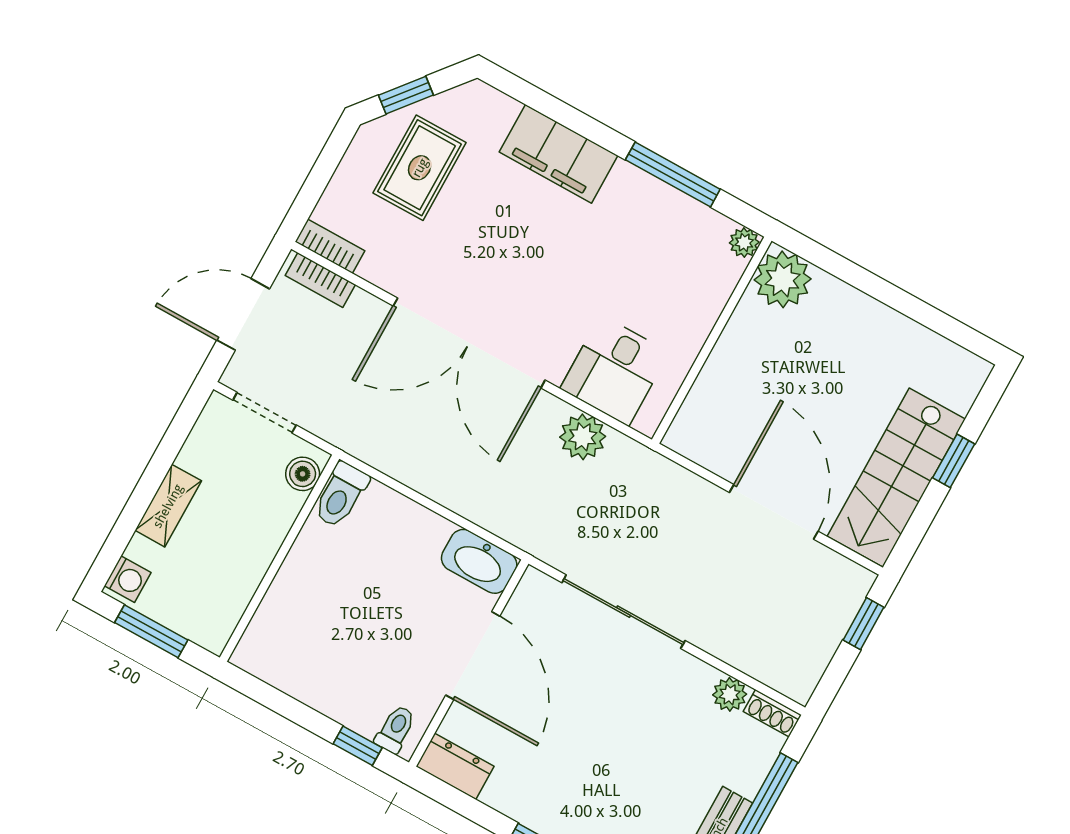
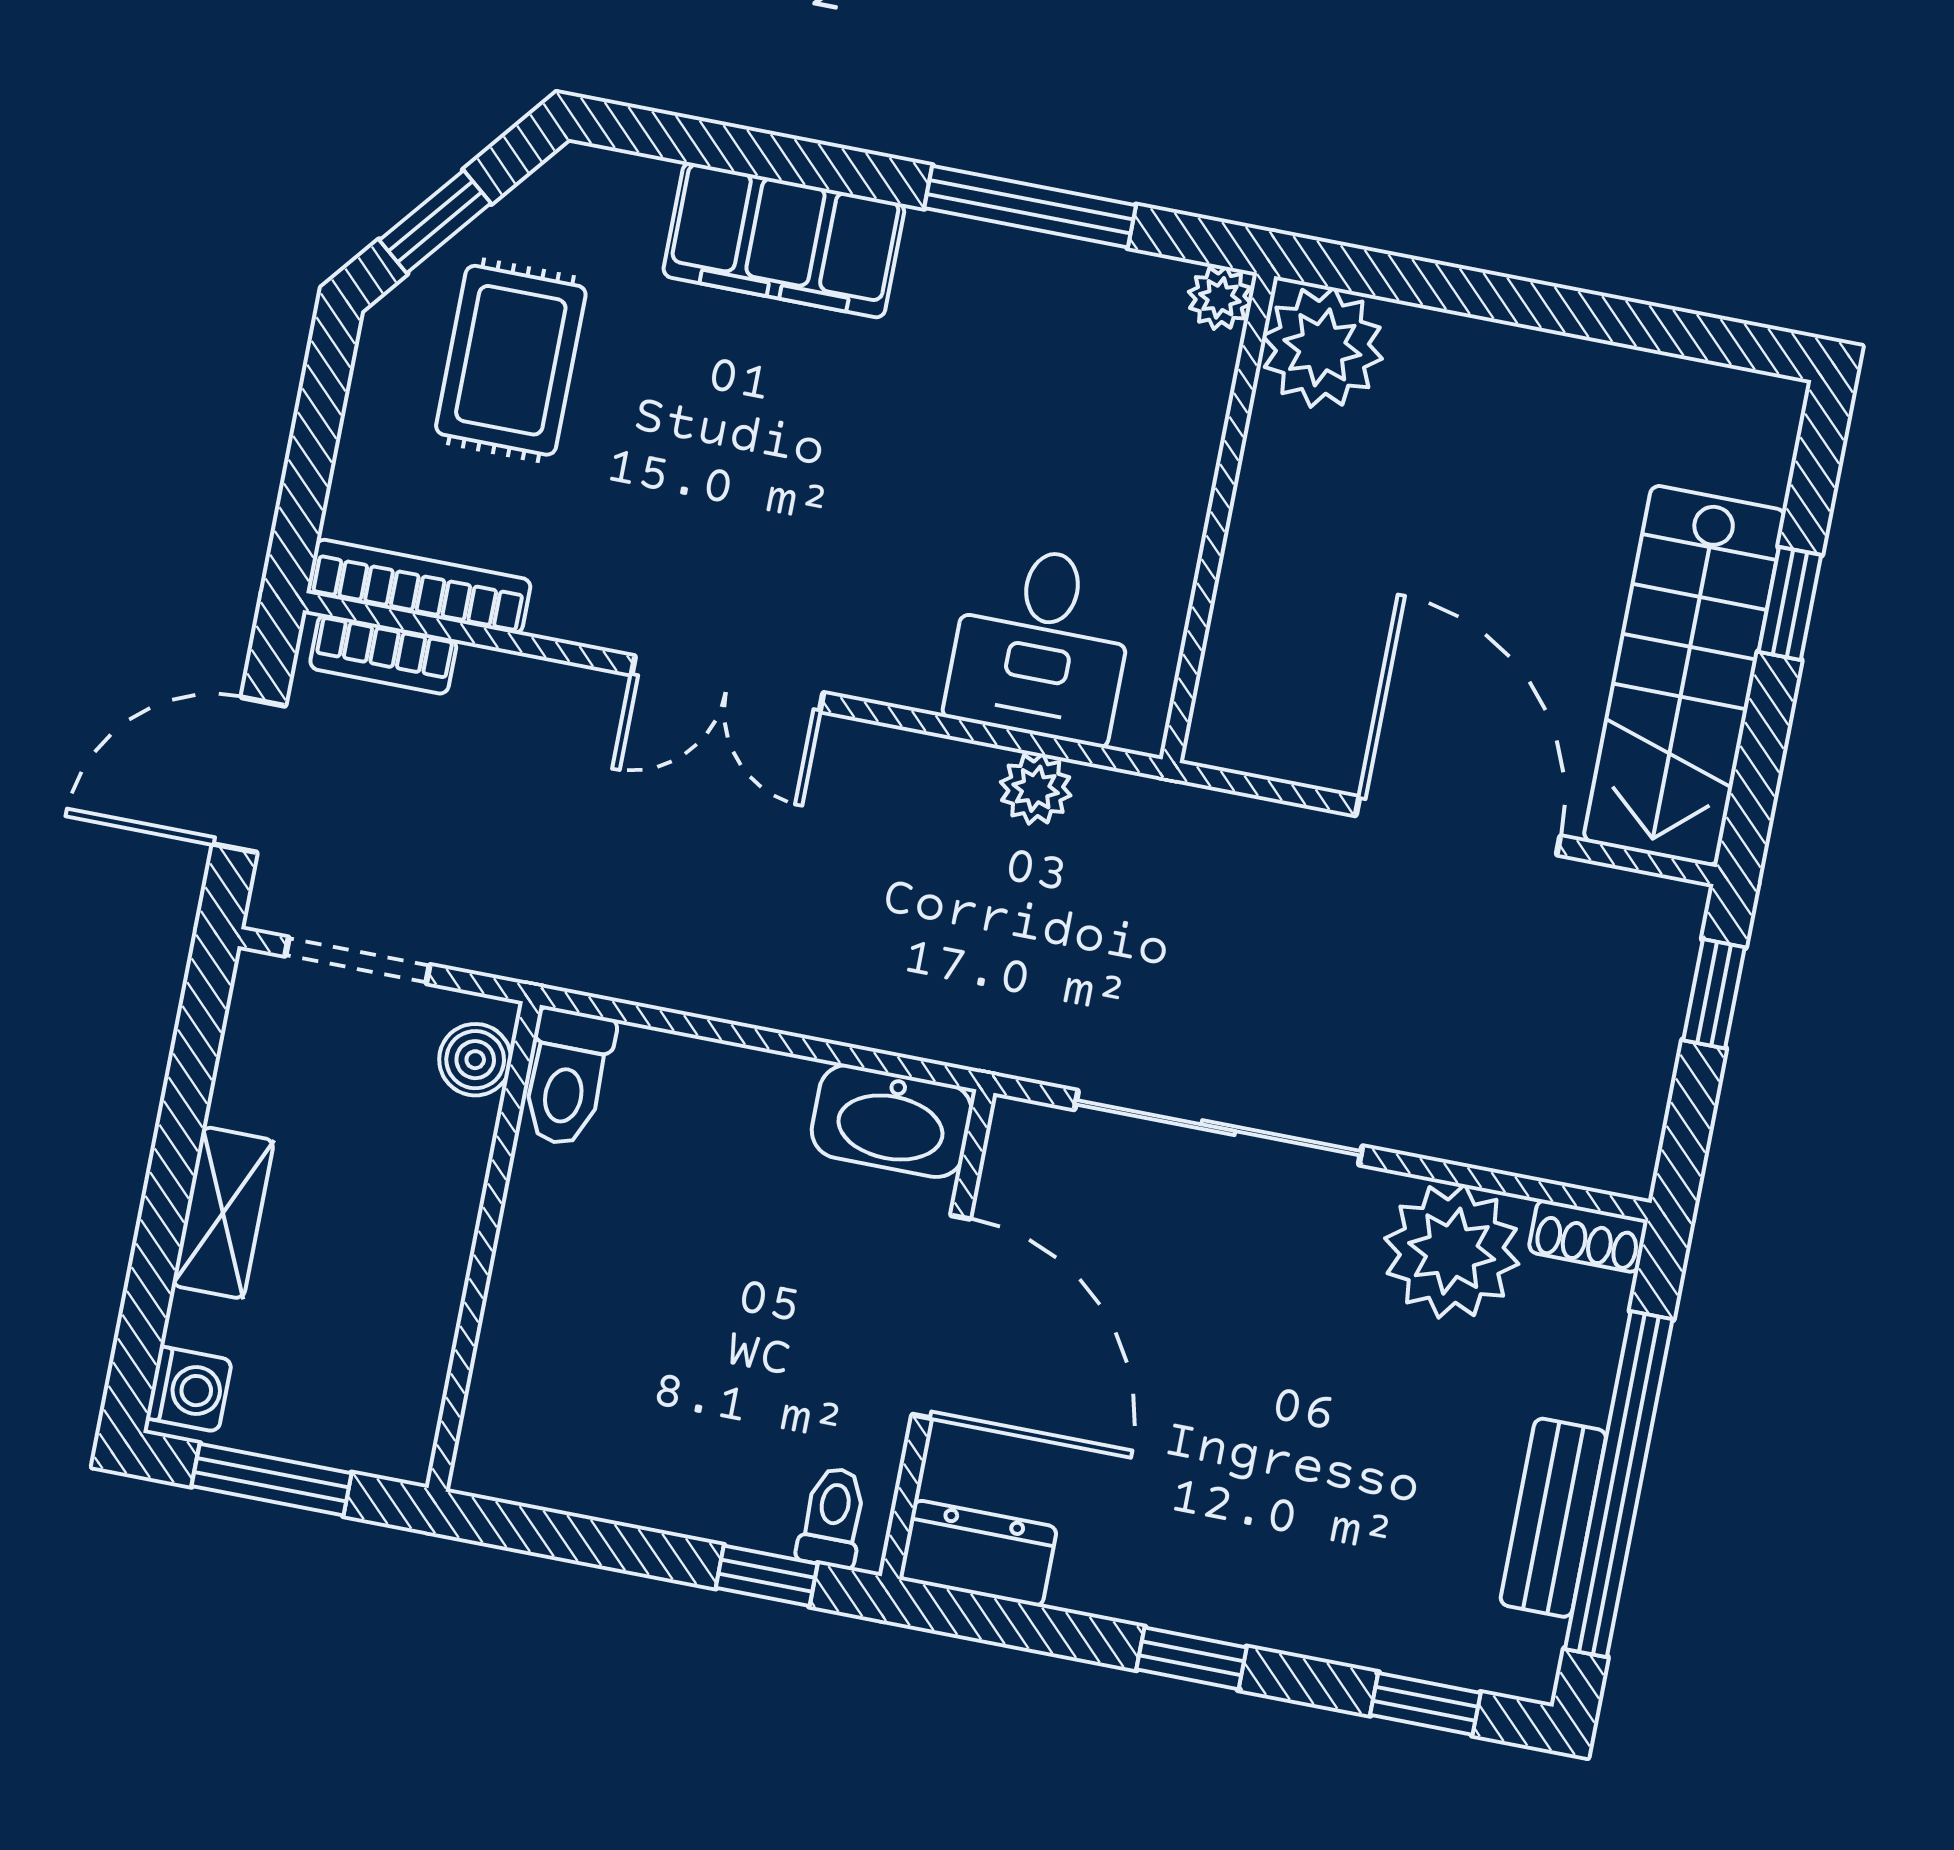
bookcase: (330, 246) -> (419, 587), width x1.56
double door: (469, 343) -> (727, 684), width x0.54
plant: (583, 437) -> (1036, 789), width x0.73, depth x0.73
plant: (730, 694) -> (1452, 1251), width x1.88, depth x1.88

